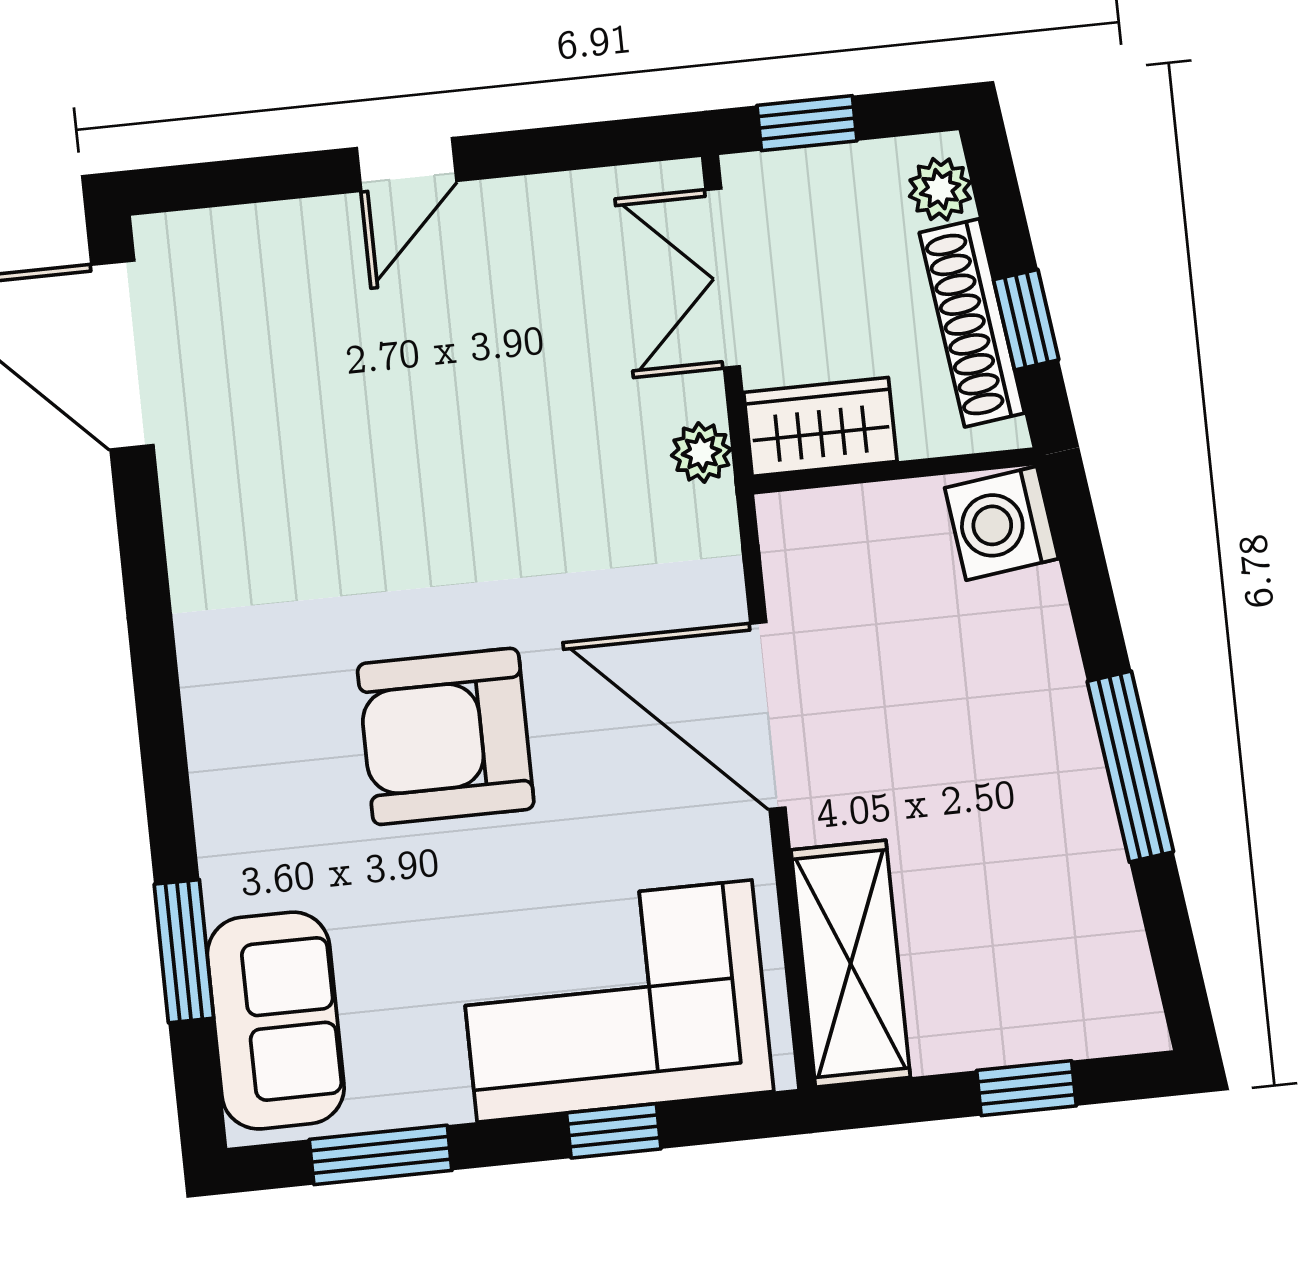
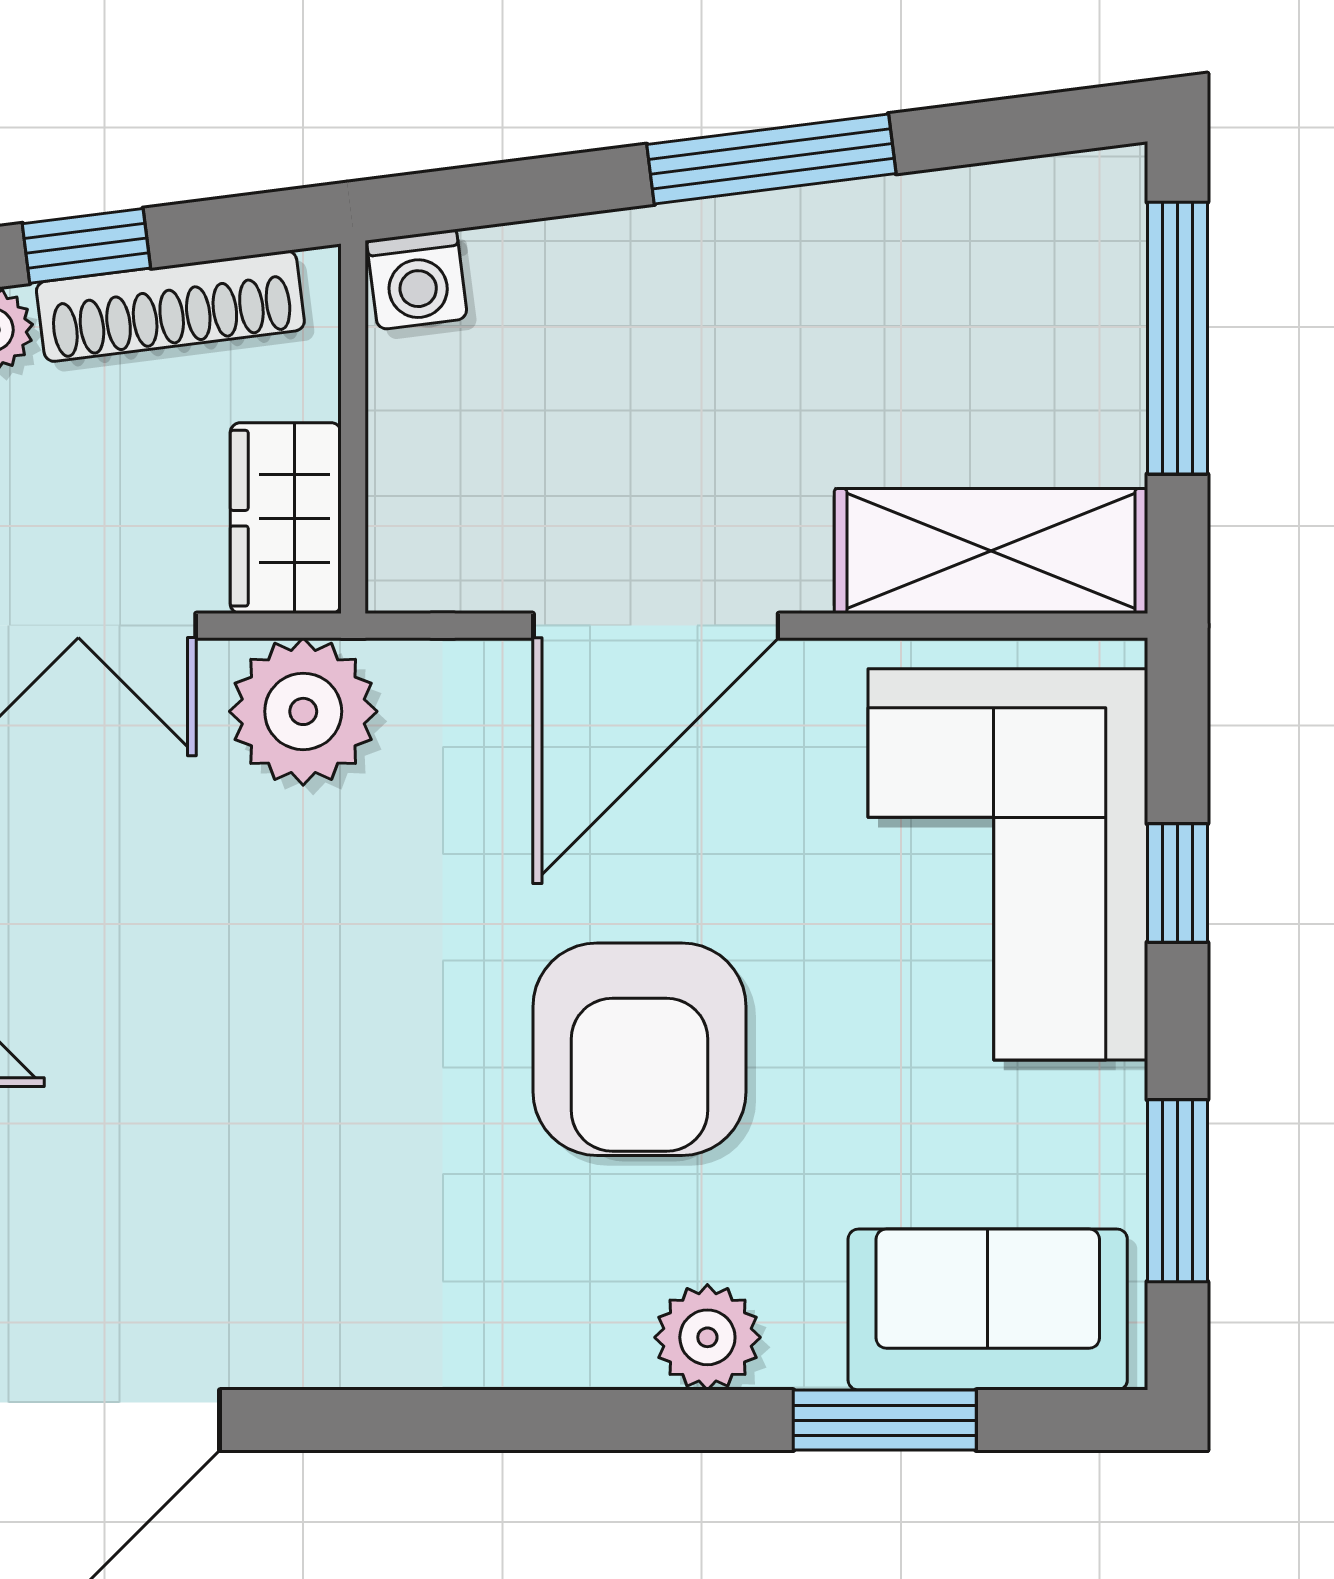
window: (1026, 320) -> (86, 246), moved
plant: (701, 453) -> (303, 711), width x1.88, depth x1.88
washing machine: (1002, 523) -> (417, 280), width x0.73, depth x0.73
plant: (233, 810) -> (707, 1337), added
window: (1026, 1088) -> (1177, 338), width x2.17

